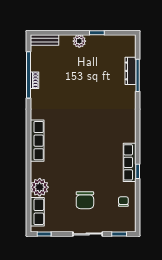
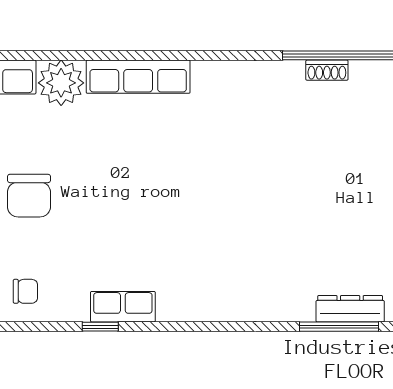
row of seats: (37, 141) -> (138, 77), moved
row of seats: (130, 162) -> (123, 307), width x0.68
chair: (85, 200) -> (29, 196), turned -90

